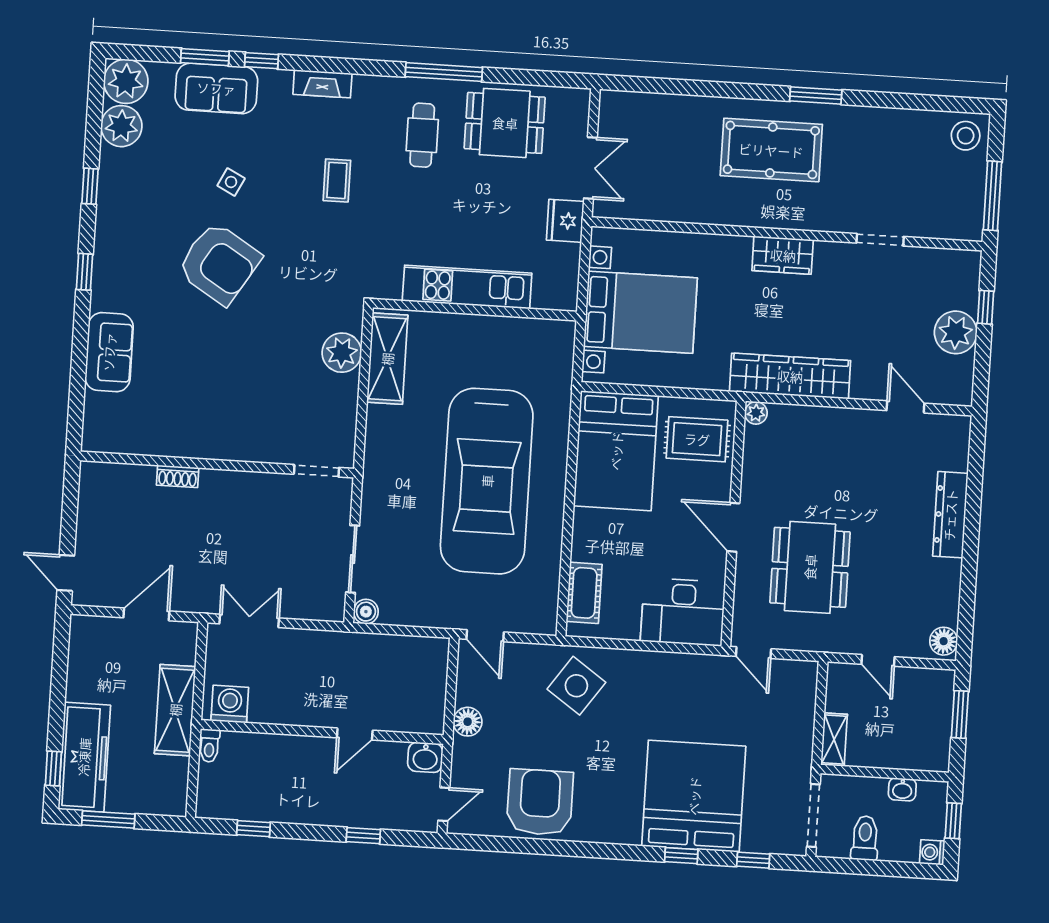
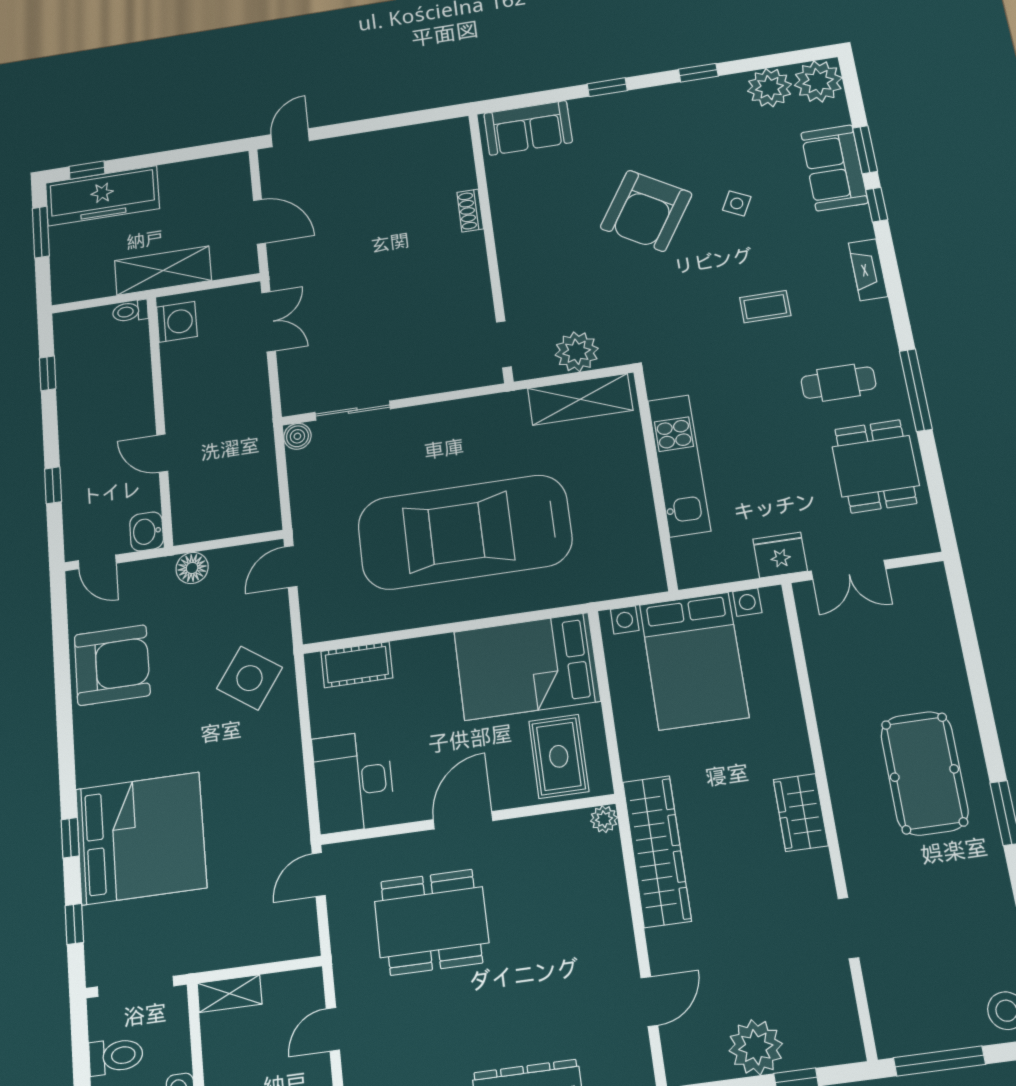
wall: (217, 465) -> (490, 245), moved
doorway: (316, 471) -> (504, 344), moved
shoe rack: (178, 476) -> (470, 211), moved

